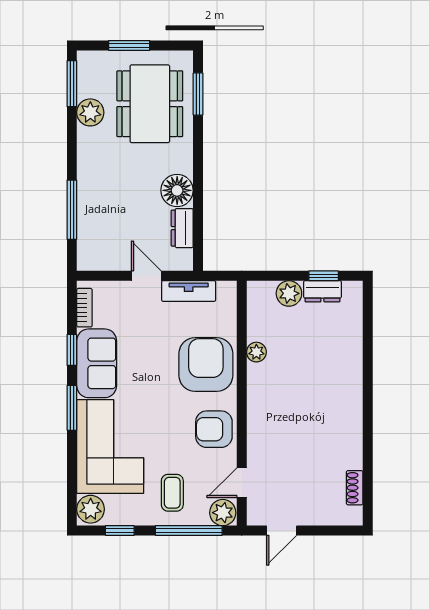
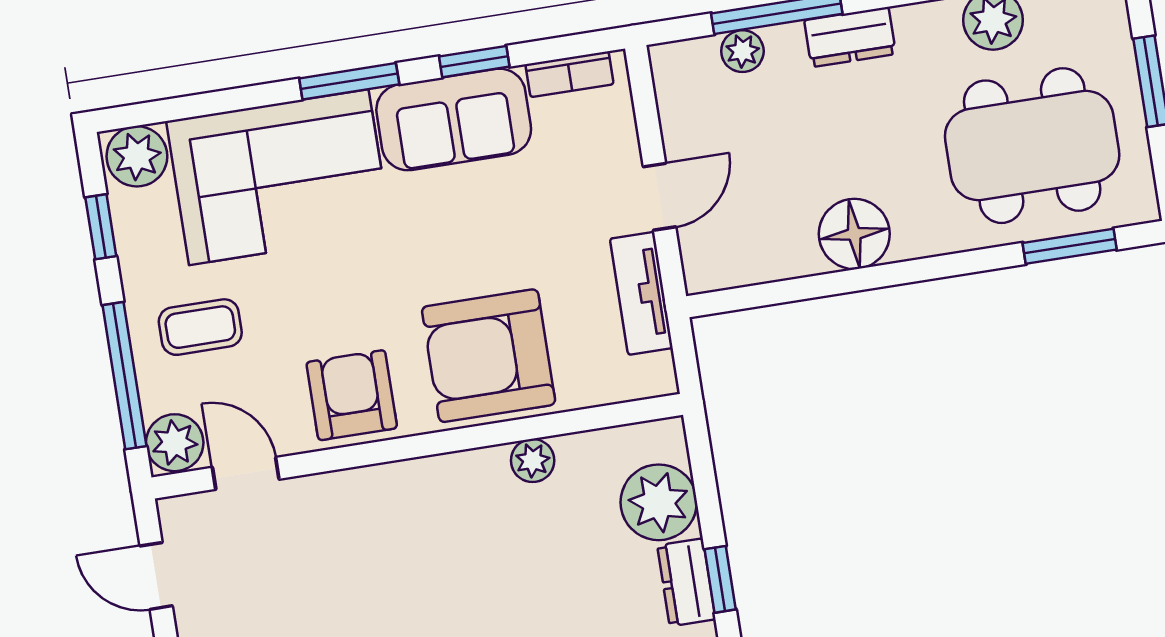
plant: (86, 228) -> (742, 51), added
dresser: (182, 228) -> (850, 37), moved, turned 180
plant: (289, 293) -> (659, 502), width x1.36, depth x1.36
armchair: (206, 365) -> (489, 356), turned 180

